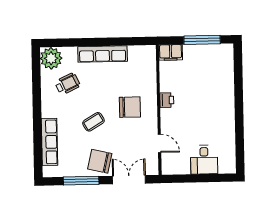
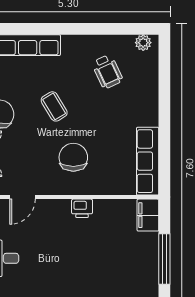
row of seats: (103, 54) -> (148, 161), moved
plant: (51, 58) -> (143, 43), width x0.53, depth x0.53
chair: (130, 107) -> (73, 157), turned 180

